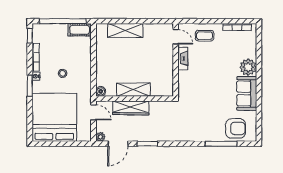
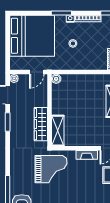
shelving: (133, 90) -> (58, 131), moved
grand piano: (198, 97) -> (51, 169), added
wardrobe: (131, 108) -> (41, 124), moved

